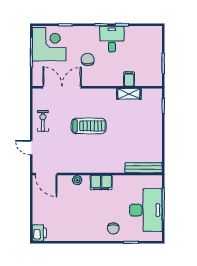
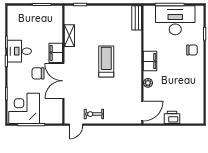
filing cabinet: (129, 79) -> (56, 53), moved, width x2.00
double door: (62, 87) -> (63, 81), moved
treadmill: (89, 126) -> (106, 62), moved
door: (31, 148) -> (76, 125), moved
bench: (144, 168) -> (137, 18), width x0.73
printer: (39, 233) -> (172, 117), moved

